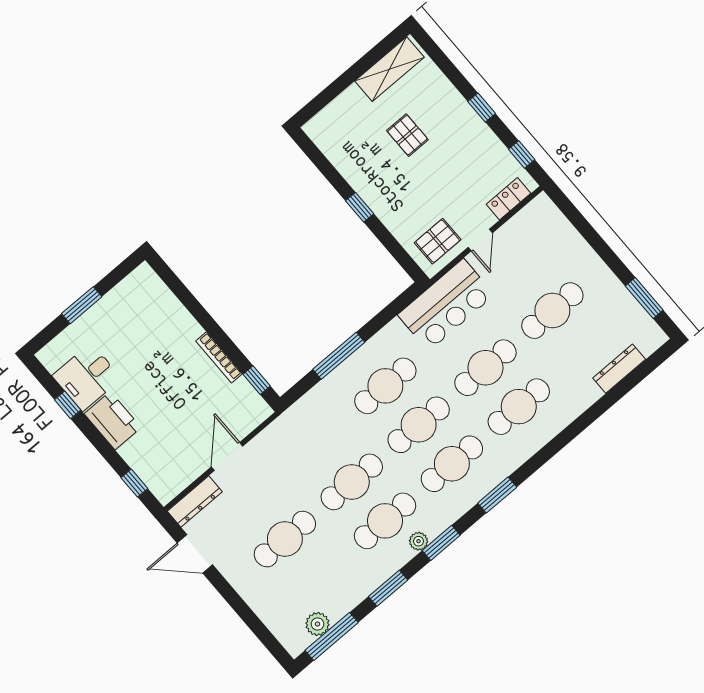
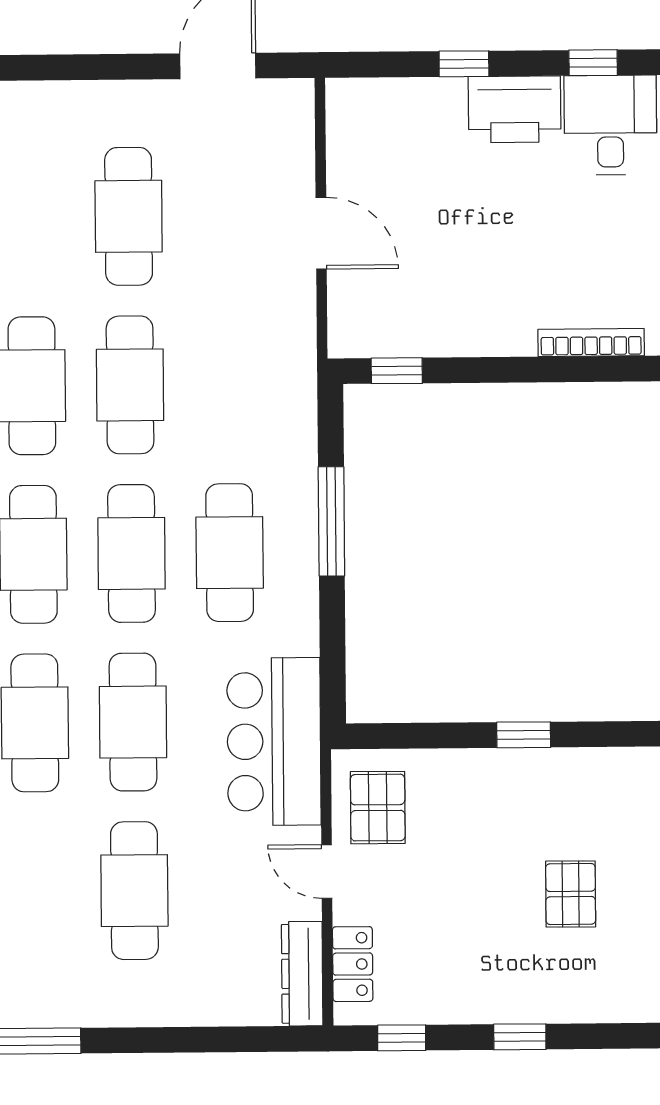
pallet: (407, 135) -> (571, 894), turned 90
bookcase: (219, 357) -> (591, 343), moved
window: (134, 483) -> (464, 64), moved
dresser: (195, 501) -> (302, 974), moved

